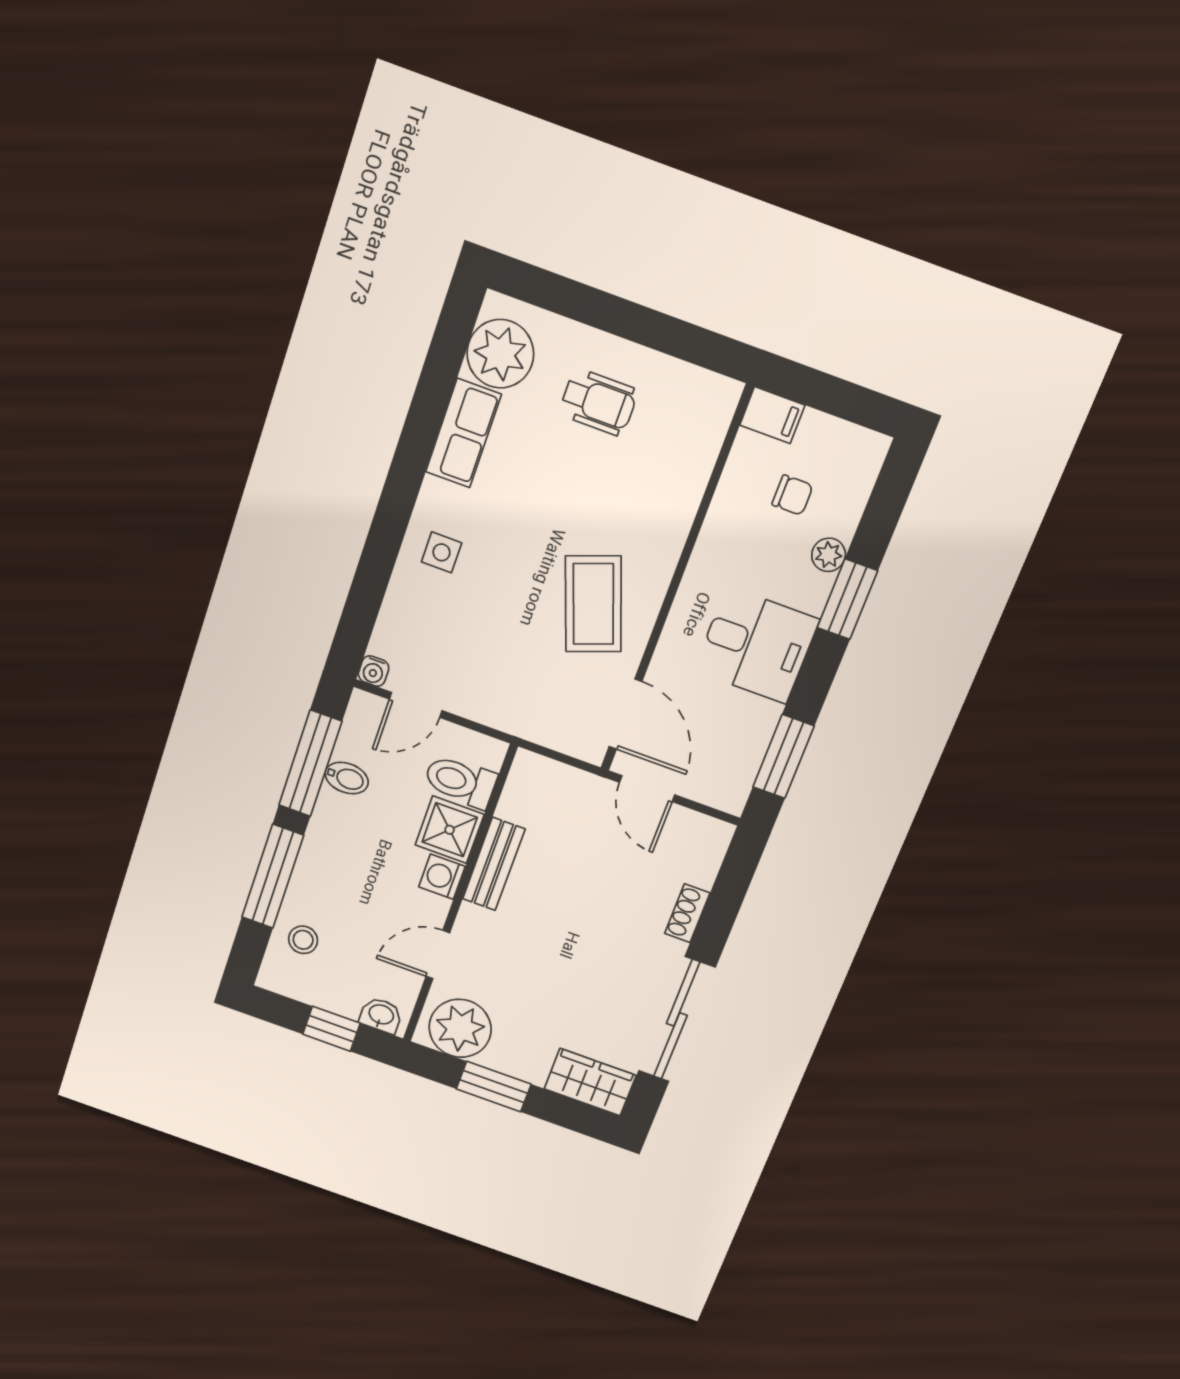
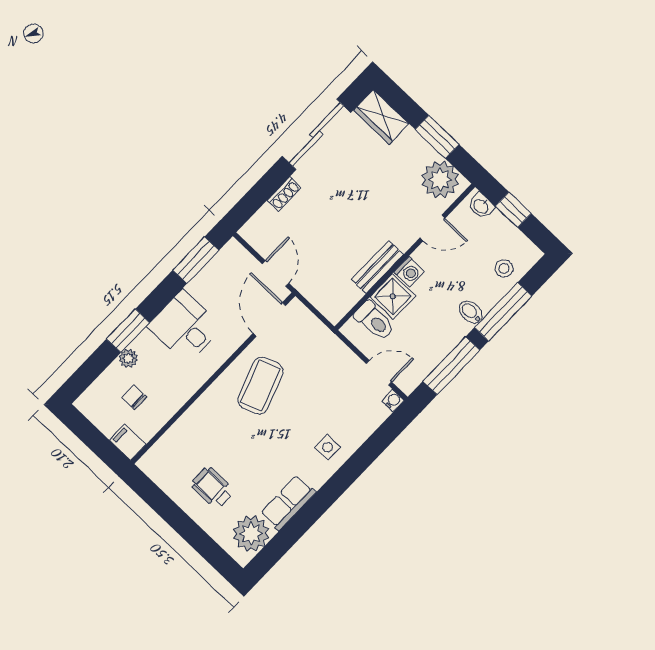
bidet: (347, 778) -> (471, 312), moved

